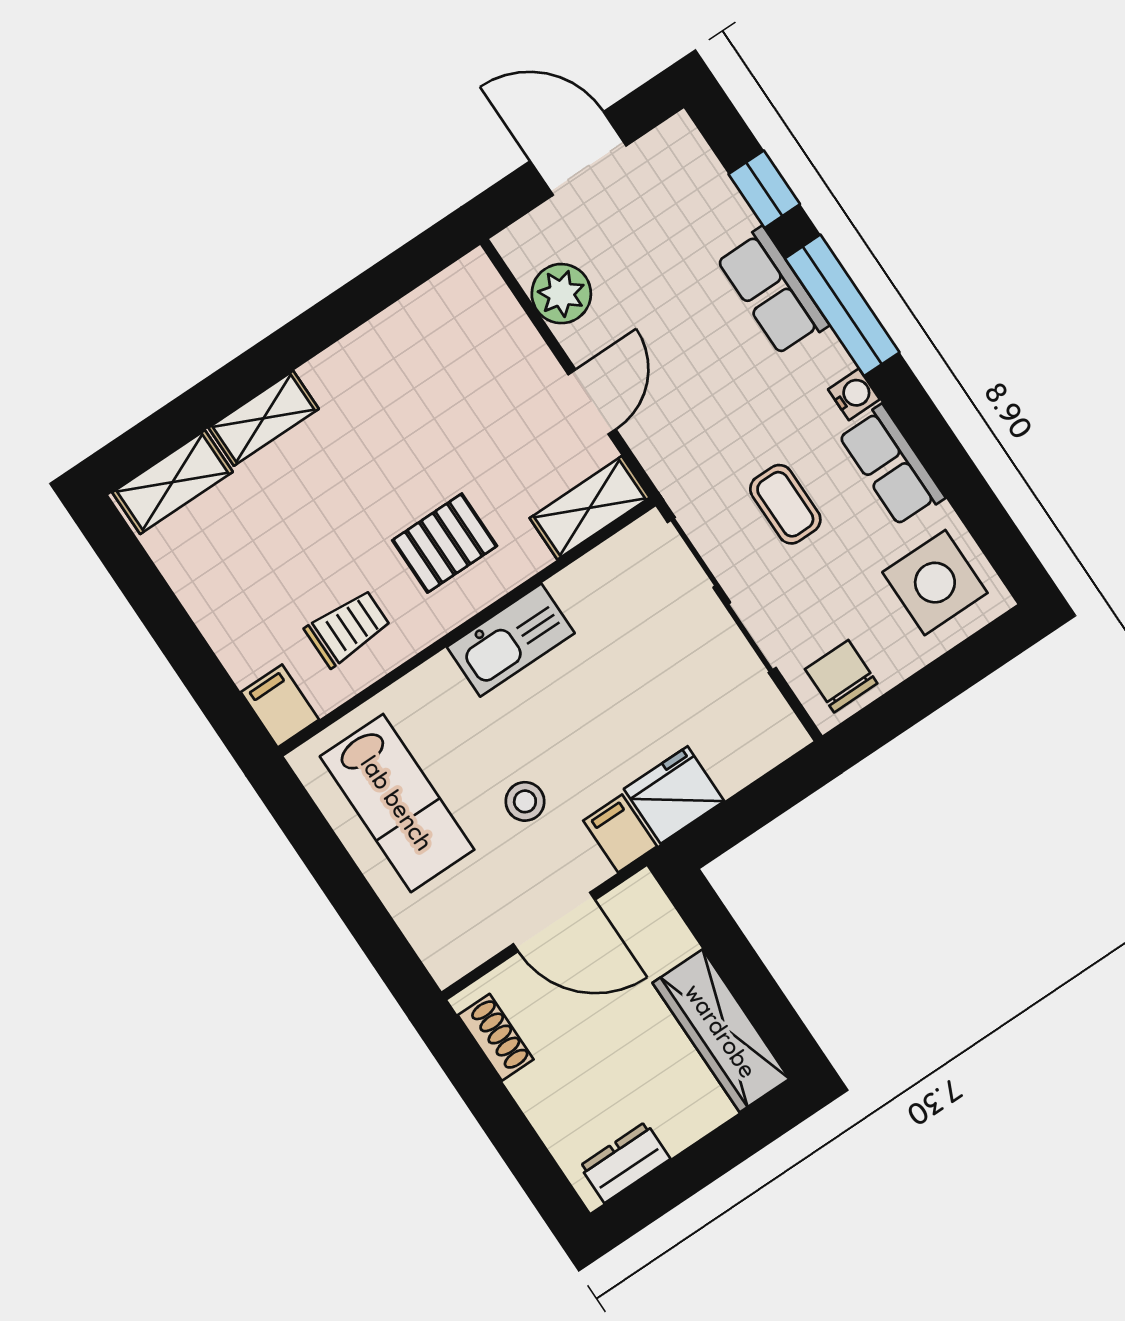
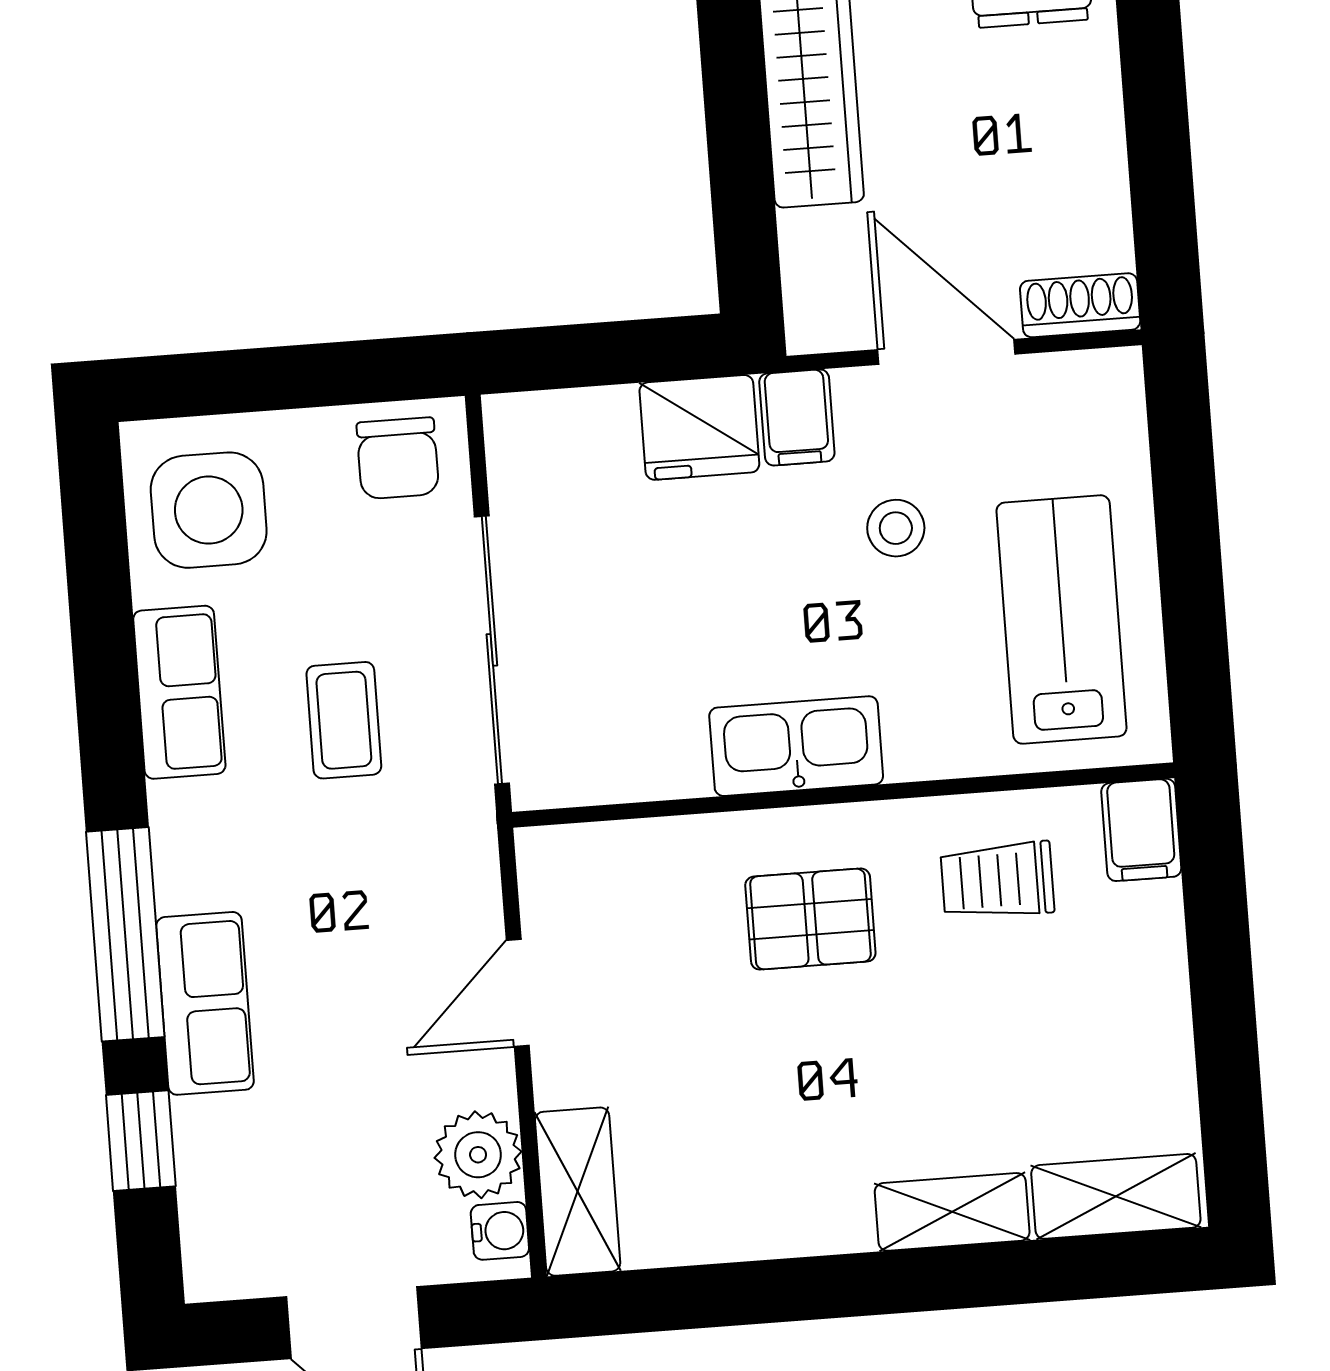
water cooler: (854, 394) -> (500, 1231), moved, turned 180
shelving: (590, 508) -> (578, 1192), moved, turned 90
shoe rack: (496, 1037) -> (1080, 305), moved, turned 90

